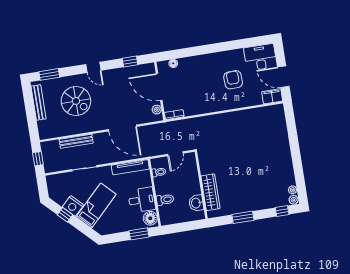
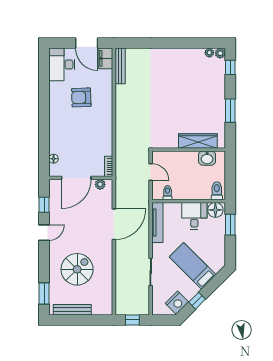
door: (93, 67) -> (44, 233), moved
door: (283, 77) -> (87, 43), hinge flipped
bench: (76, 141) -> (120, 66), moved
toilet: (165, 200) -> (217, 191), moved
nightstand: (73, 206) -> (177, 303), moved

